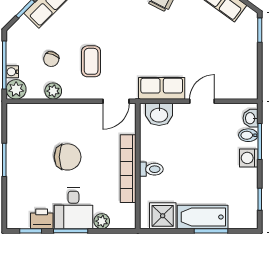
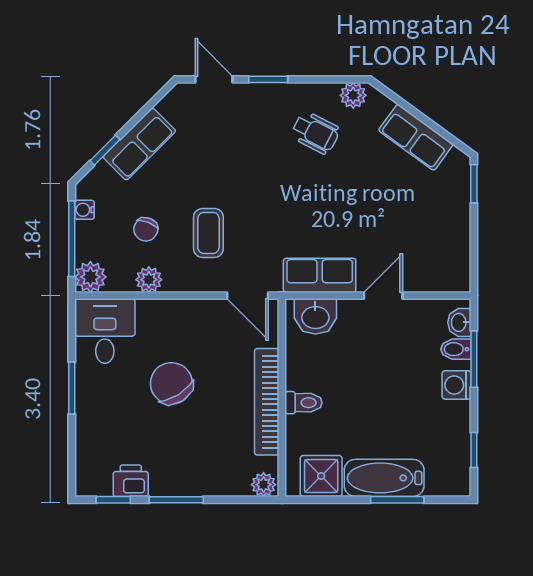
water cooler: (12, 72) -> (84, 210), moved
door: (116, 101) -> (248, 296), hinge flipped
chair: (68, 157) -> (171, 383), turned -122
desk: (73, 208) -> (105, 331), moved, turned 180
plant: (102, 221) -> (264, 485), moved

